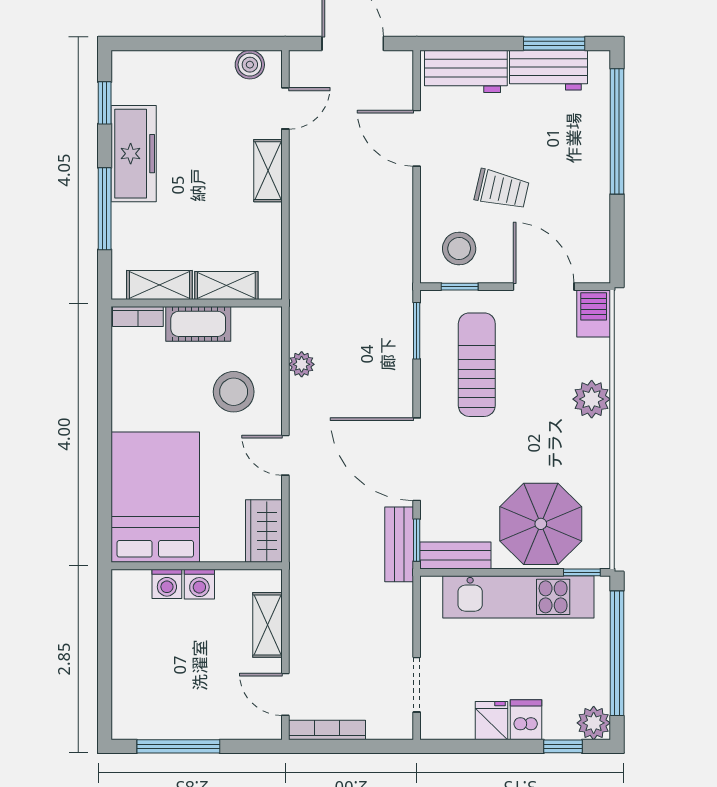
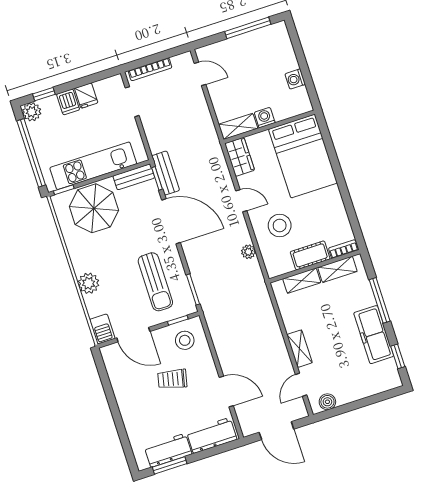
window: (617, 131) -> (121, 430), removed
washing machine: (167, 584) -> (295, 79), moved, turned -90
shelving: (267, 625) -> (238, 126), moved, turned 90
bookcase: (327, 730) -> (150, 69), moved

